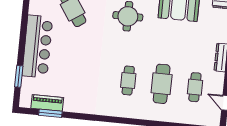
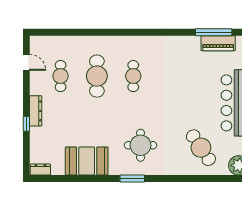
window: (50, 113) -> (214, 32), width x1.44

